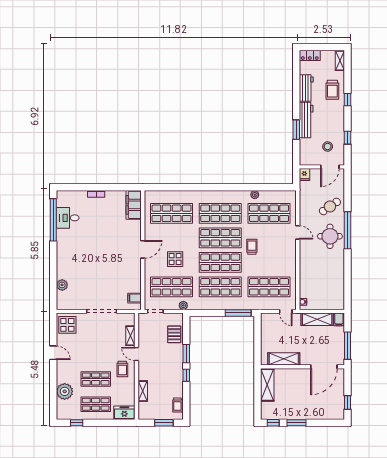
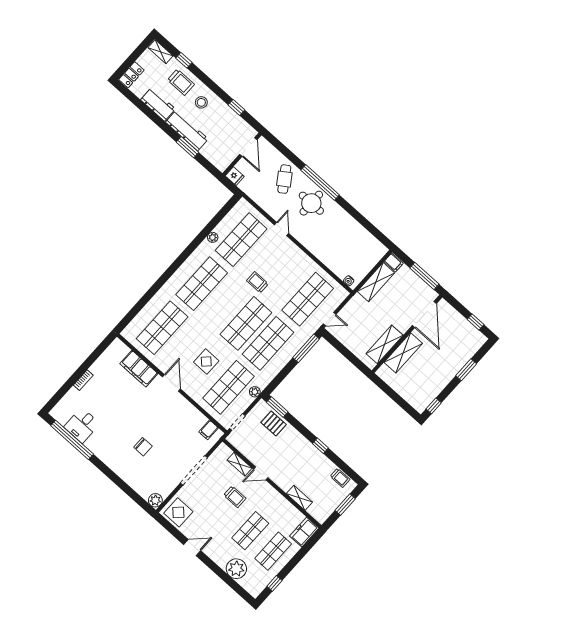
window: (347, 100) -> (184, 60), moved
stool: (328, 147) -> (201, 102), moved
filing cabinet: (134, 205) -> (139, 369), moved
door: (298, 232) -> (282, 229), hinge flipped
shop shelf: (220, 238) -> (224, 304), removed
chair: (88, 267) -> (143, 447), added
plant: (62, 285) -> (155, 500), moved
door: (286, 311) -> (330, 319), moved
window: (186, 354) -> (277, 407), moved
trolley: (122, 369) -> (235, 497), moved
shelving: (267, 385) -> (403, 353), moved, turned 90
window: (297, 423) -> (466, 370), moved

